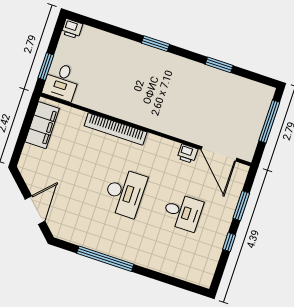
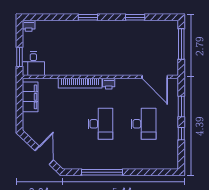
printer: (188, 154) -> (109, 84), moved
desk: (183, 212) -> (143, 124), width x1.37

